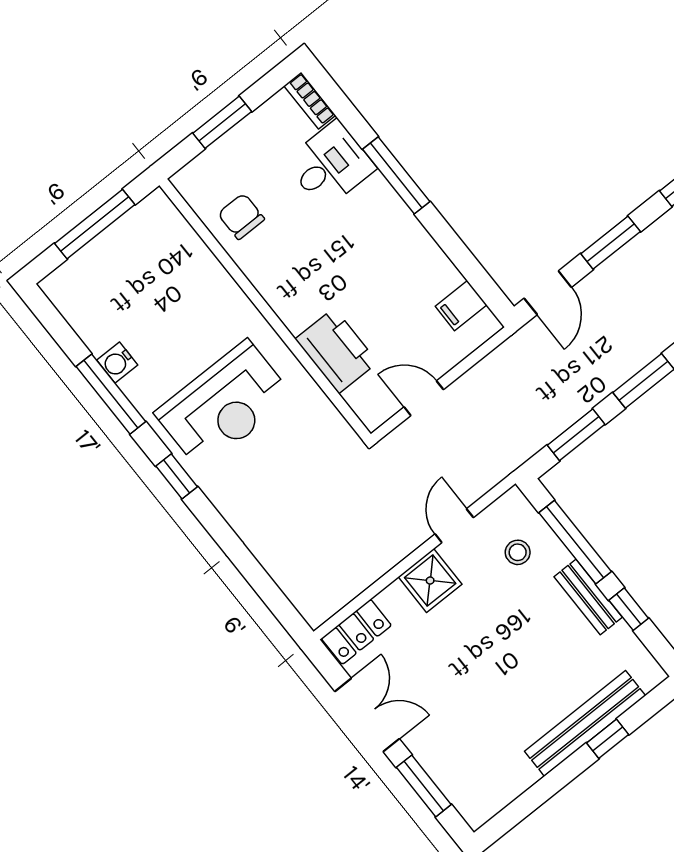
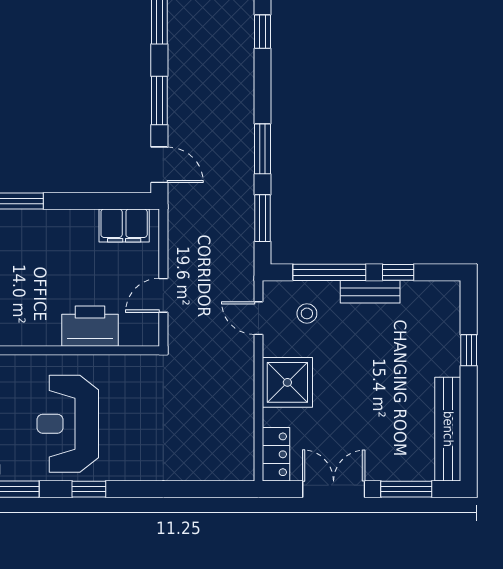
filing cabinet: (461, 306) -> (124, 226), width x2.00
reception desk: (224, 405) -> (68, 424), turned 180
door: (454, 526) -> (259, 318), moved
shower: (430, 581) -> (287, 382), width x1.36, depth x1.36
bench: (585, 723) -> (448, 429), moved

